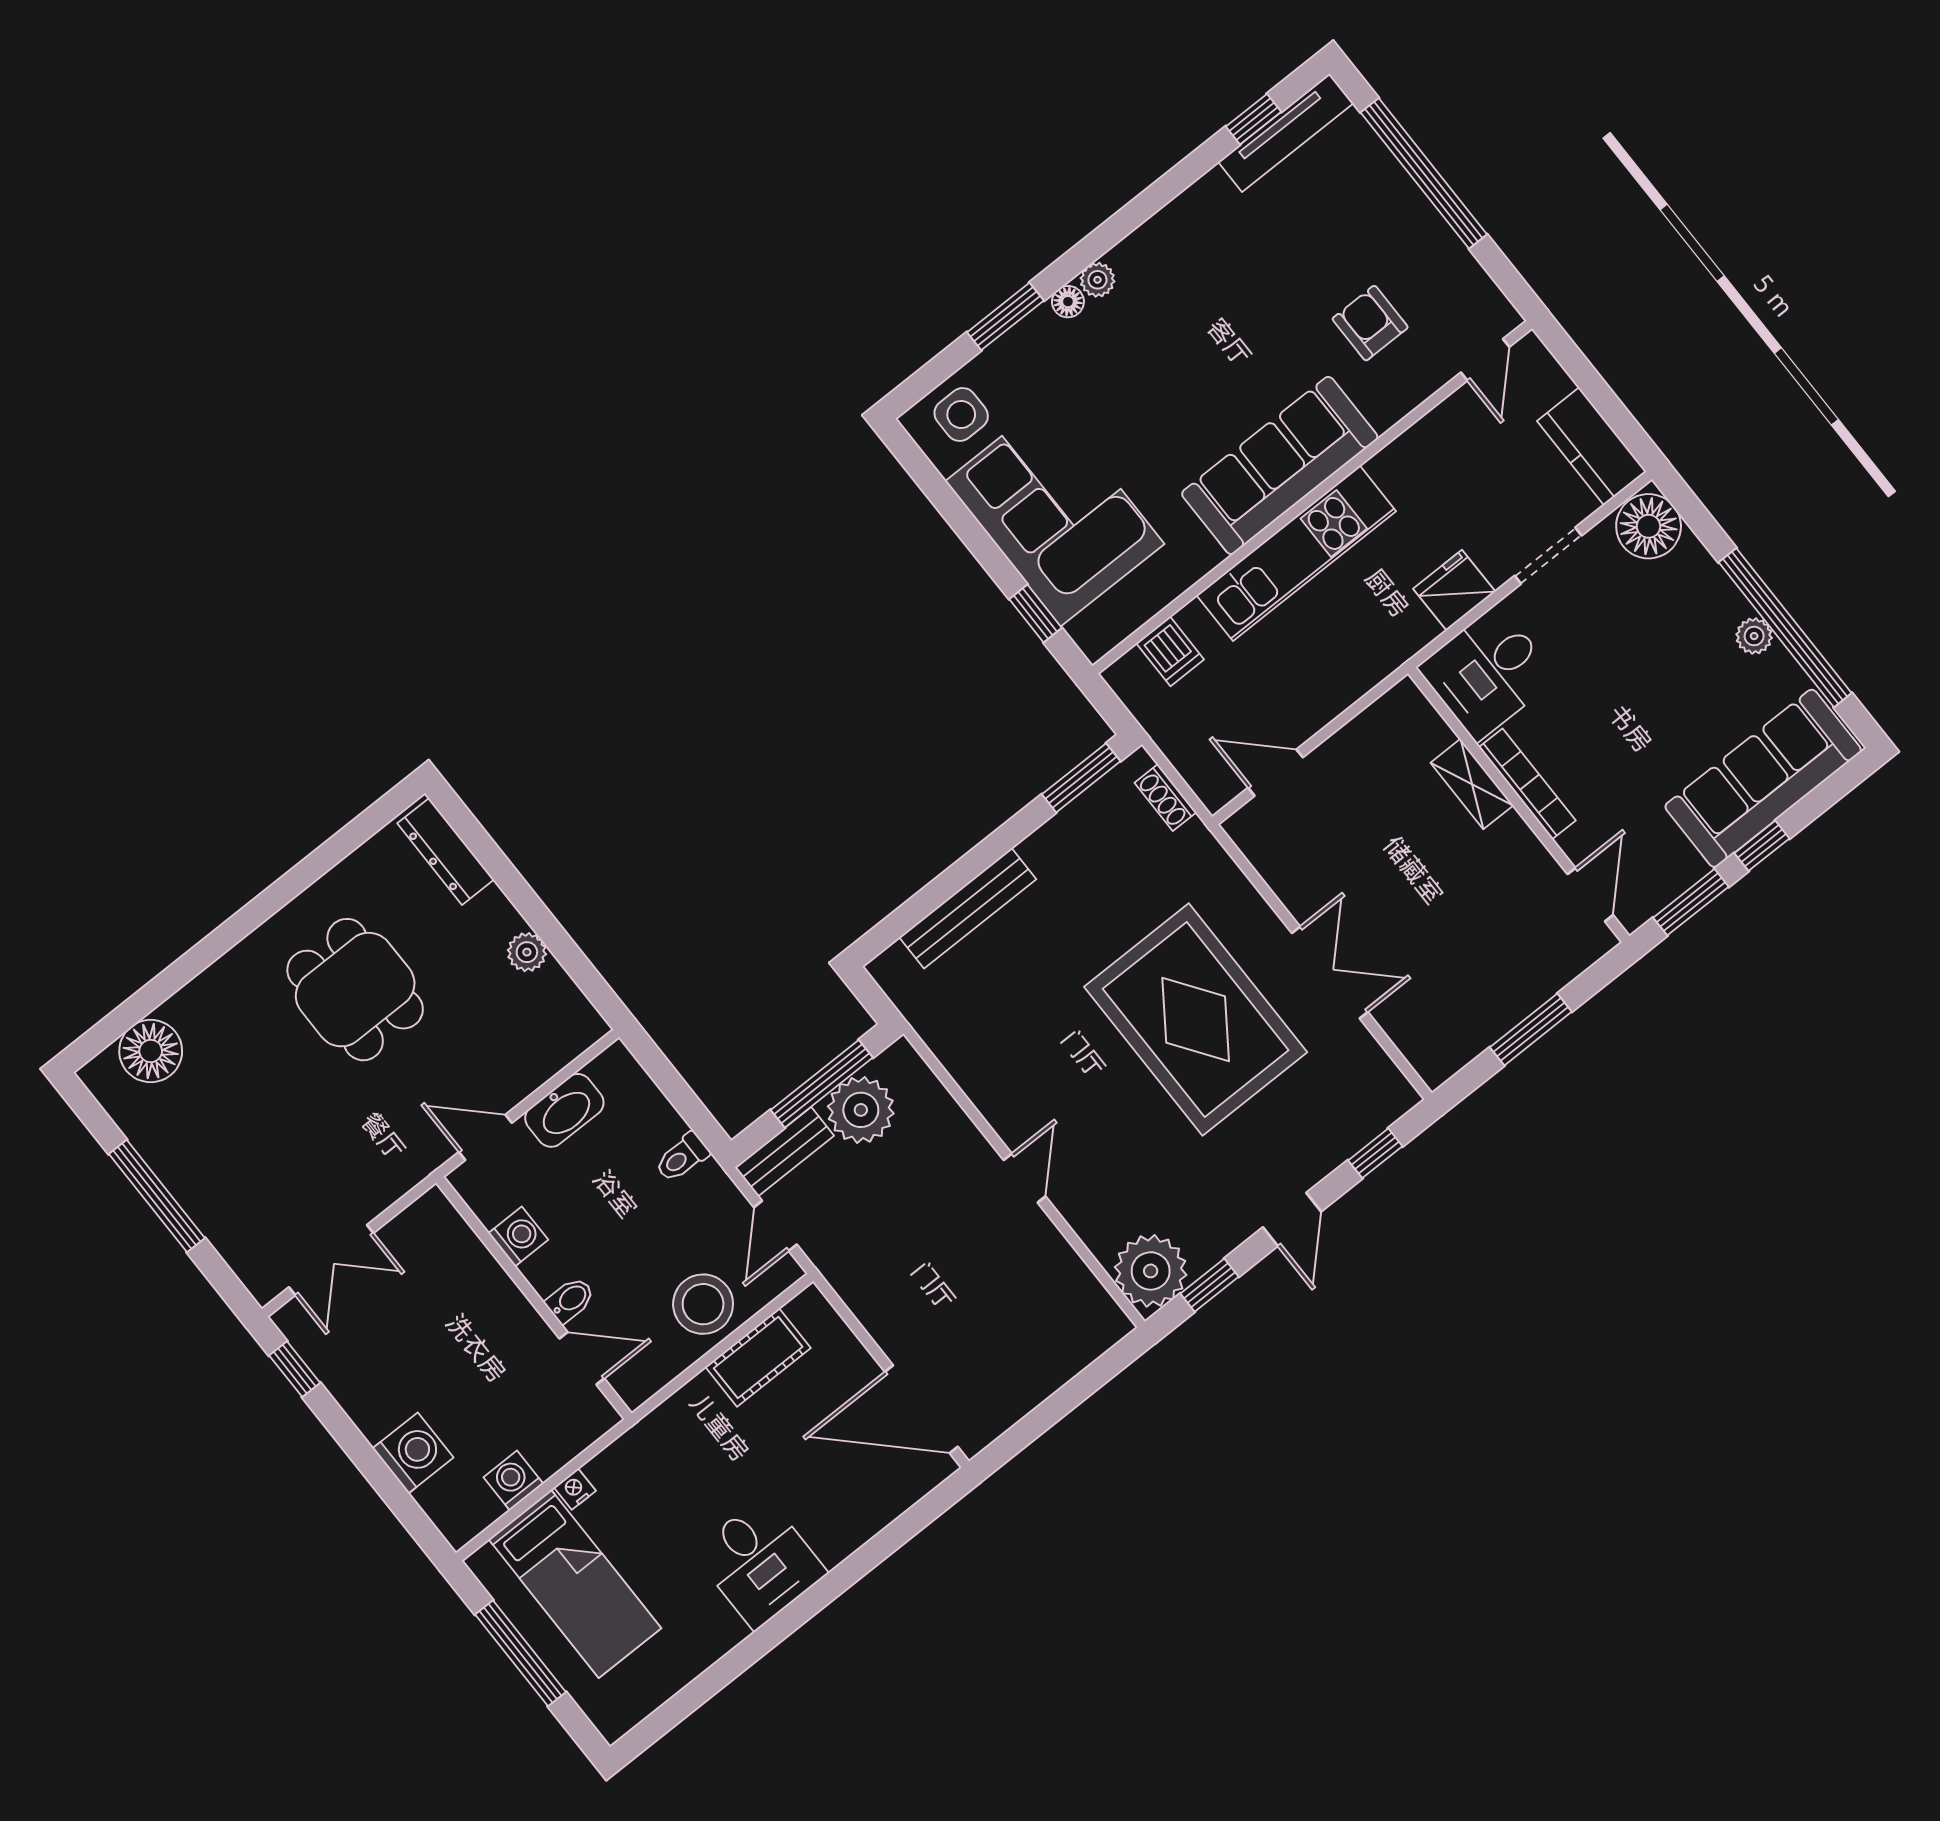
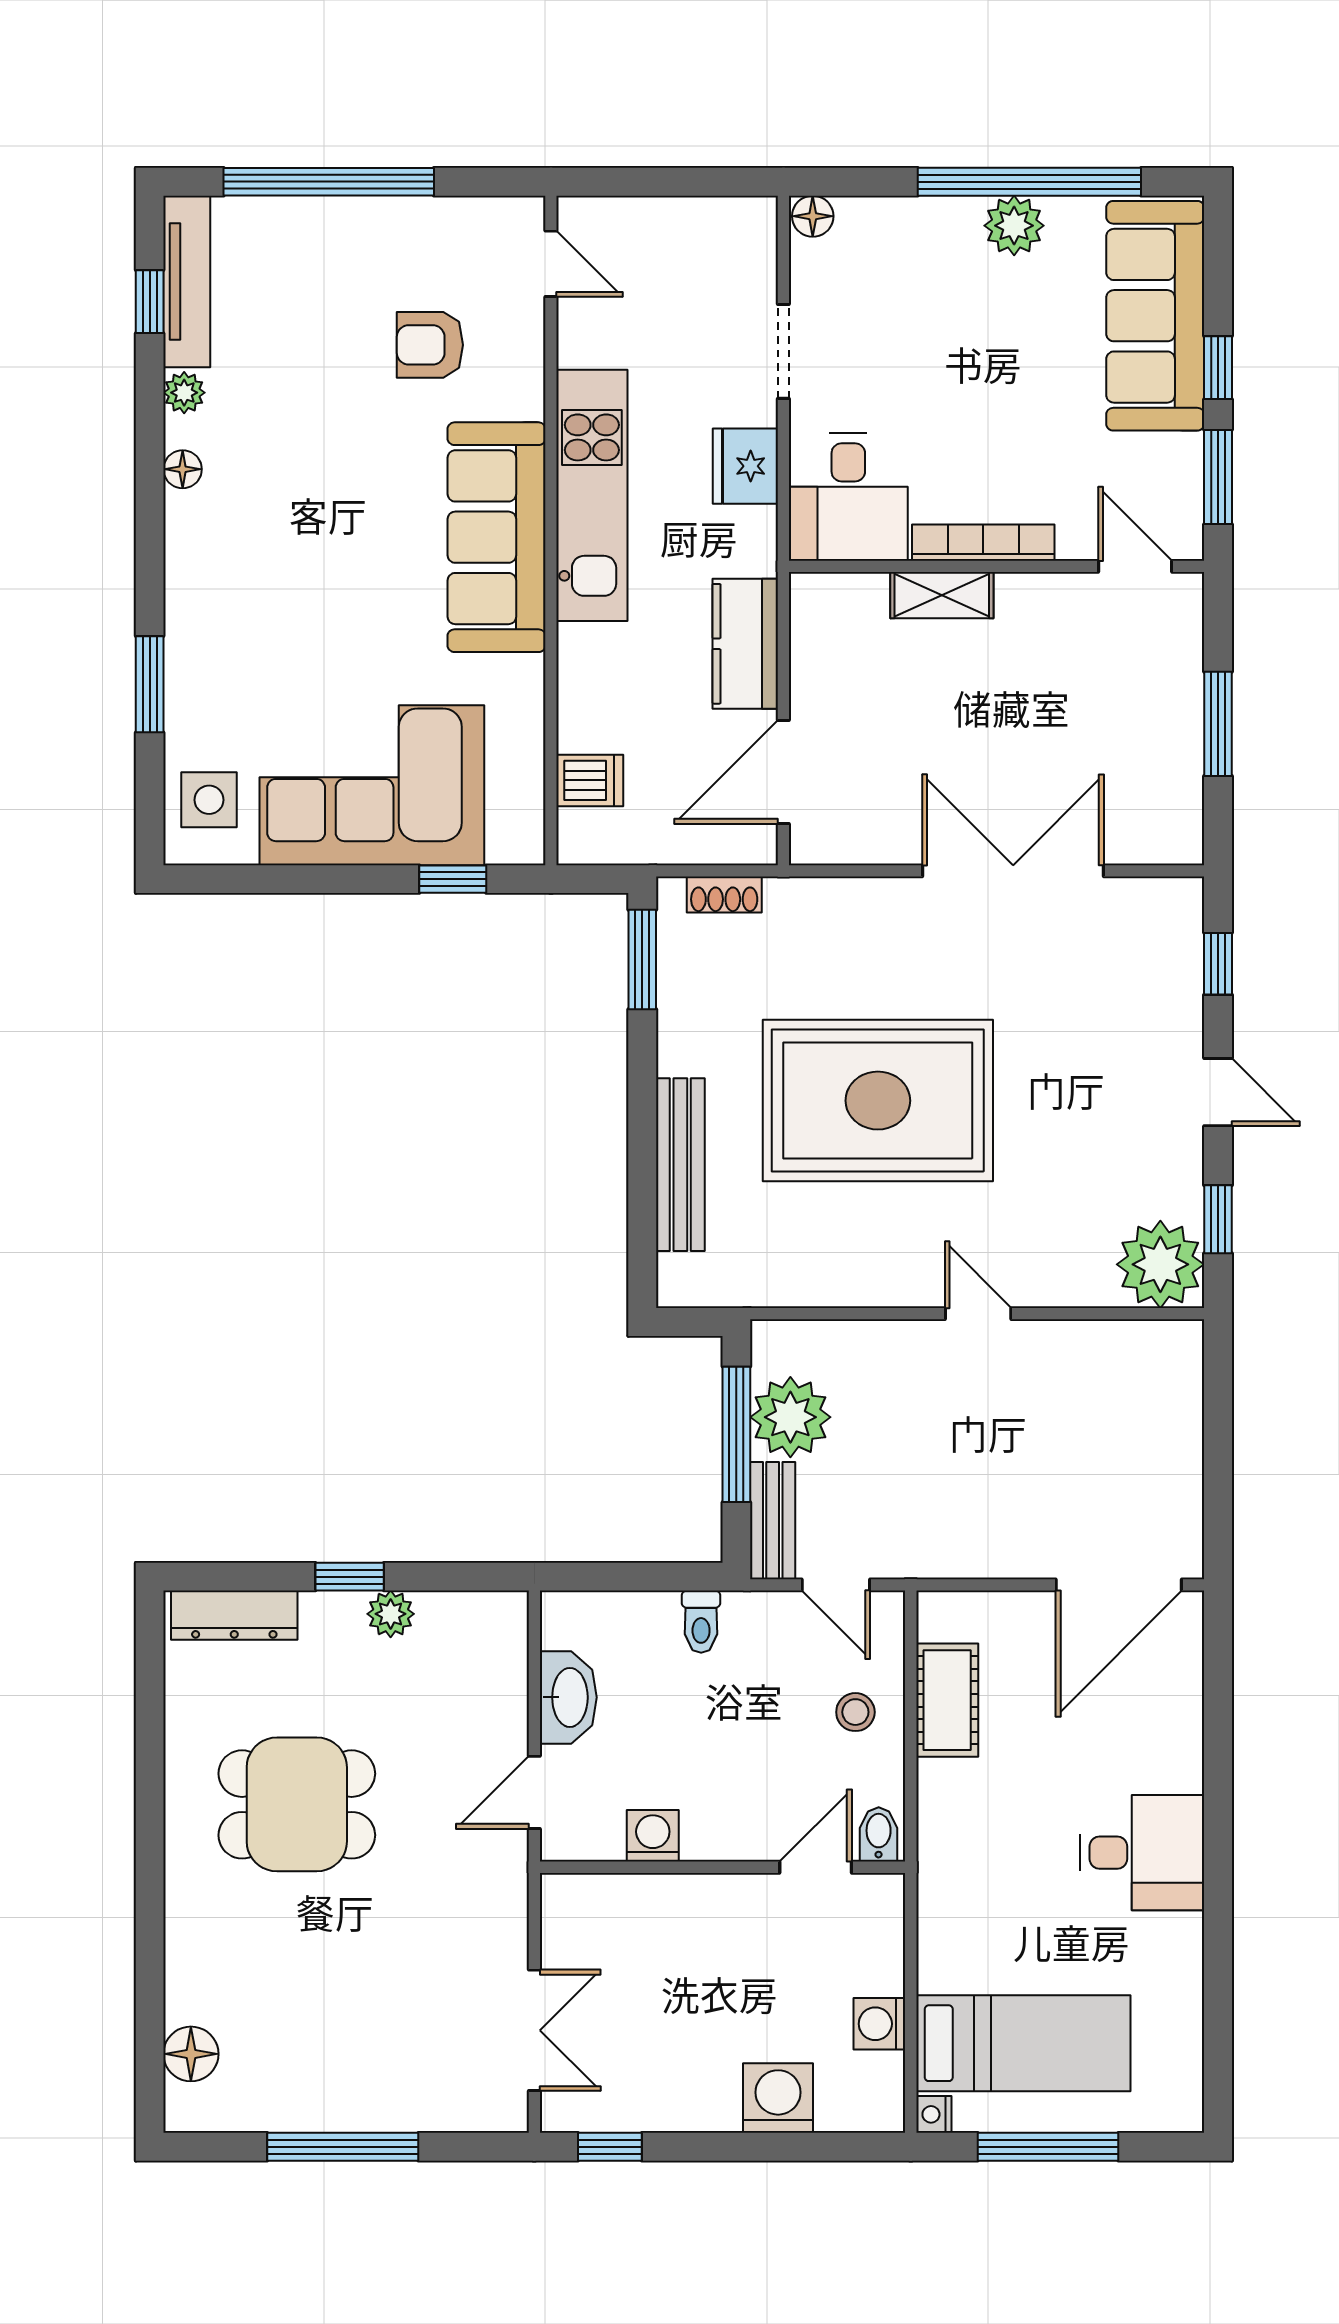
plant: (1097, 280) -> (184, 393), moved
floor lamp: (1068, 302) -> (183, 469), moved
kitchen counter: (1592, 446) -> (745, 644), moved, turned 90
floor lamp: (1649, 526) -> (813, 216), width x0.53, depth x0.53
kitchen unit: (1296, 553) -> (592, 495), moved
plant: (1754, 636) -> (1014, 226), width x1.38, depth x1.38
door: (1276, 773) -> (783, 772), width x1.38
window: (530, 906) -> (350, 1577), added
double door: (1330, 972) -> (1013, 871), width x1.37
rug: (1196, 1019) -> (878, 1101), moved
floor lamp: (151, 1051) -> (191, 2054), width x0.73, depth x0.73
bidet: (570, 1300) -> (879, 1834), moved
stool: (703, 1304) -> (855, 1712), width x0.53, depth x0.53
nightstand: (575, 1489) -> (934, 2114), moved

